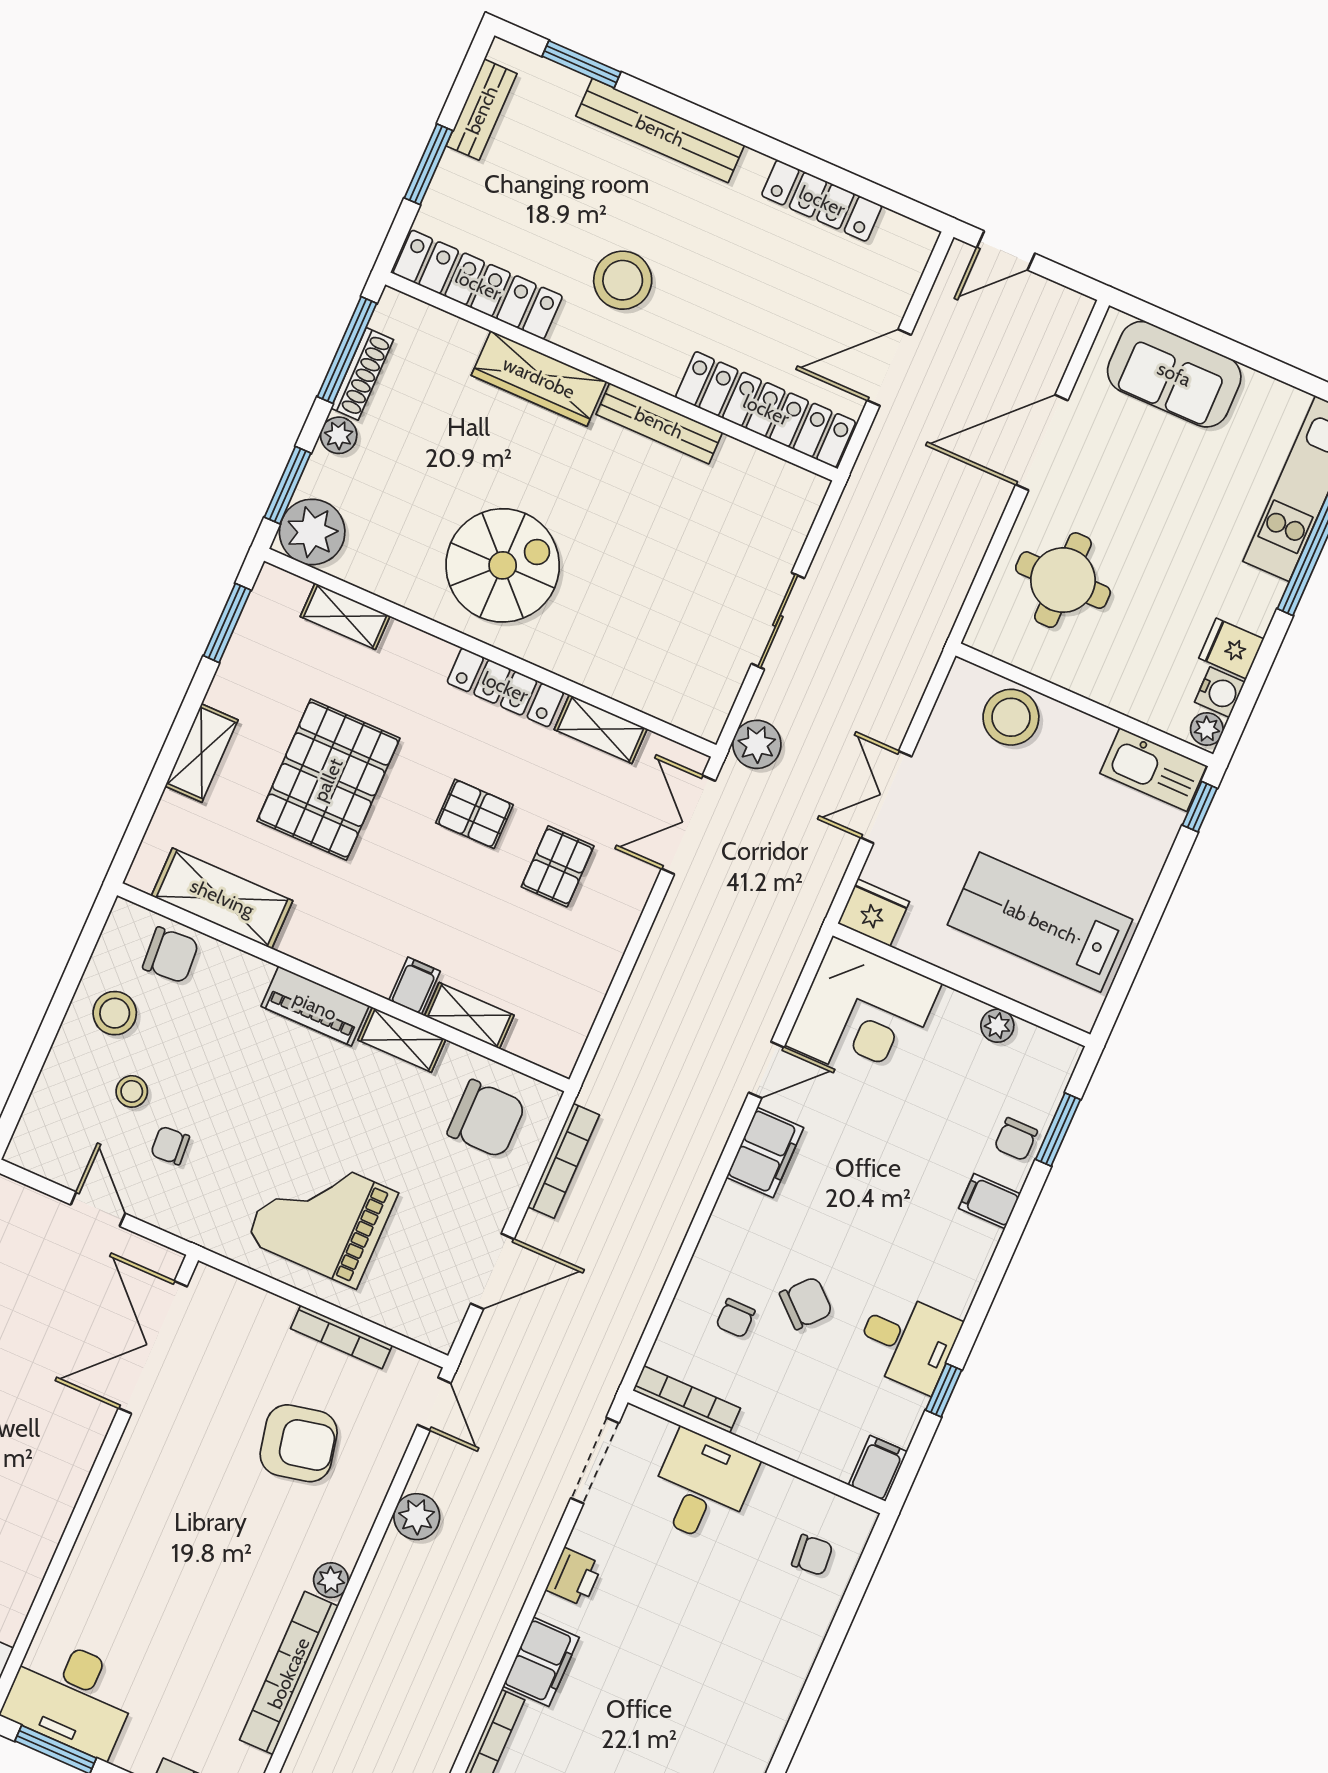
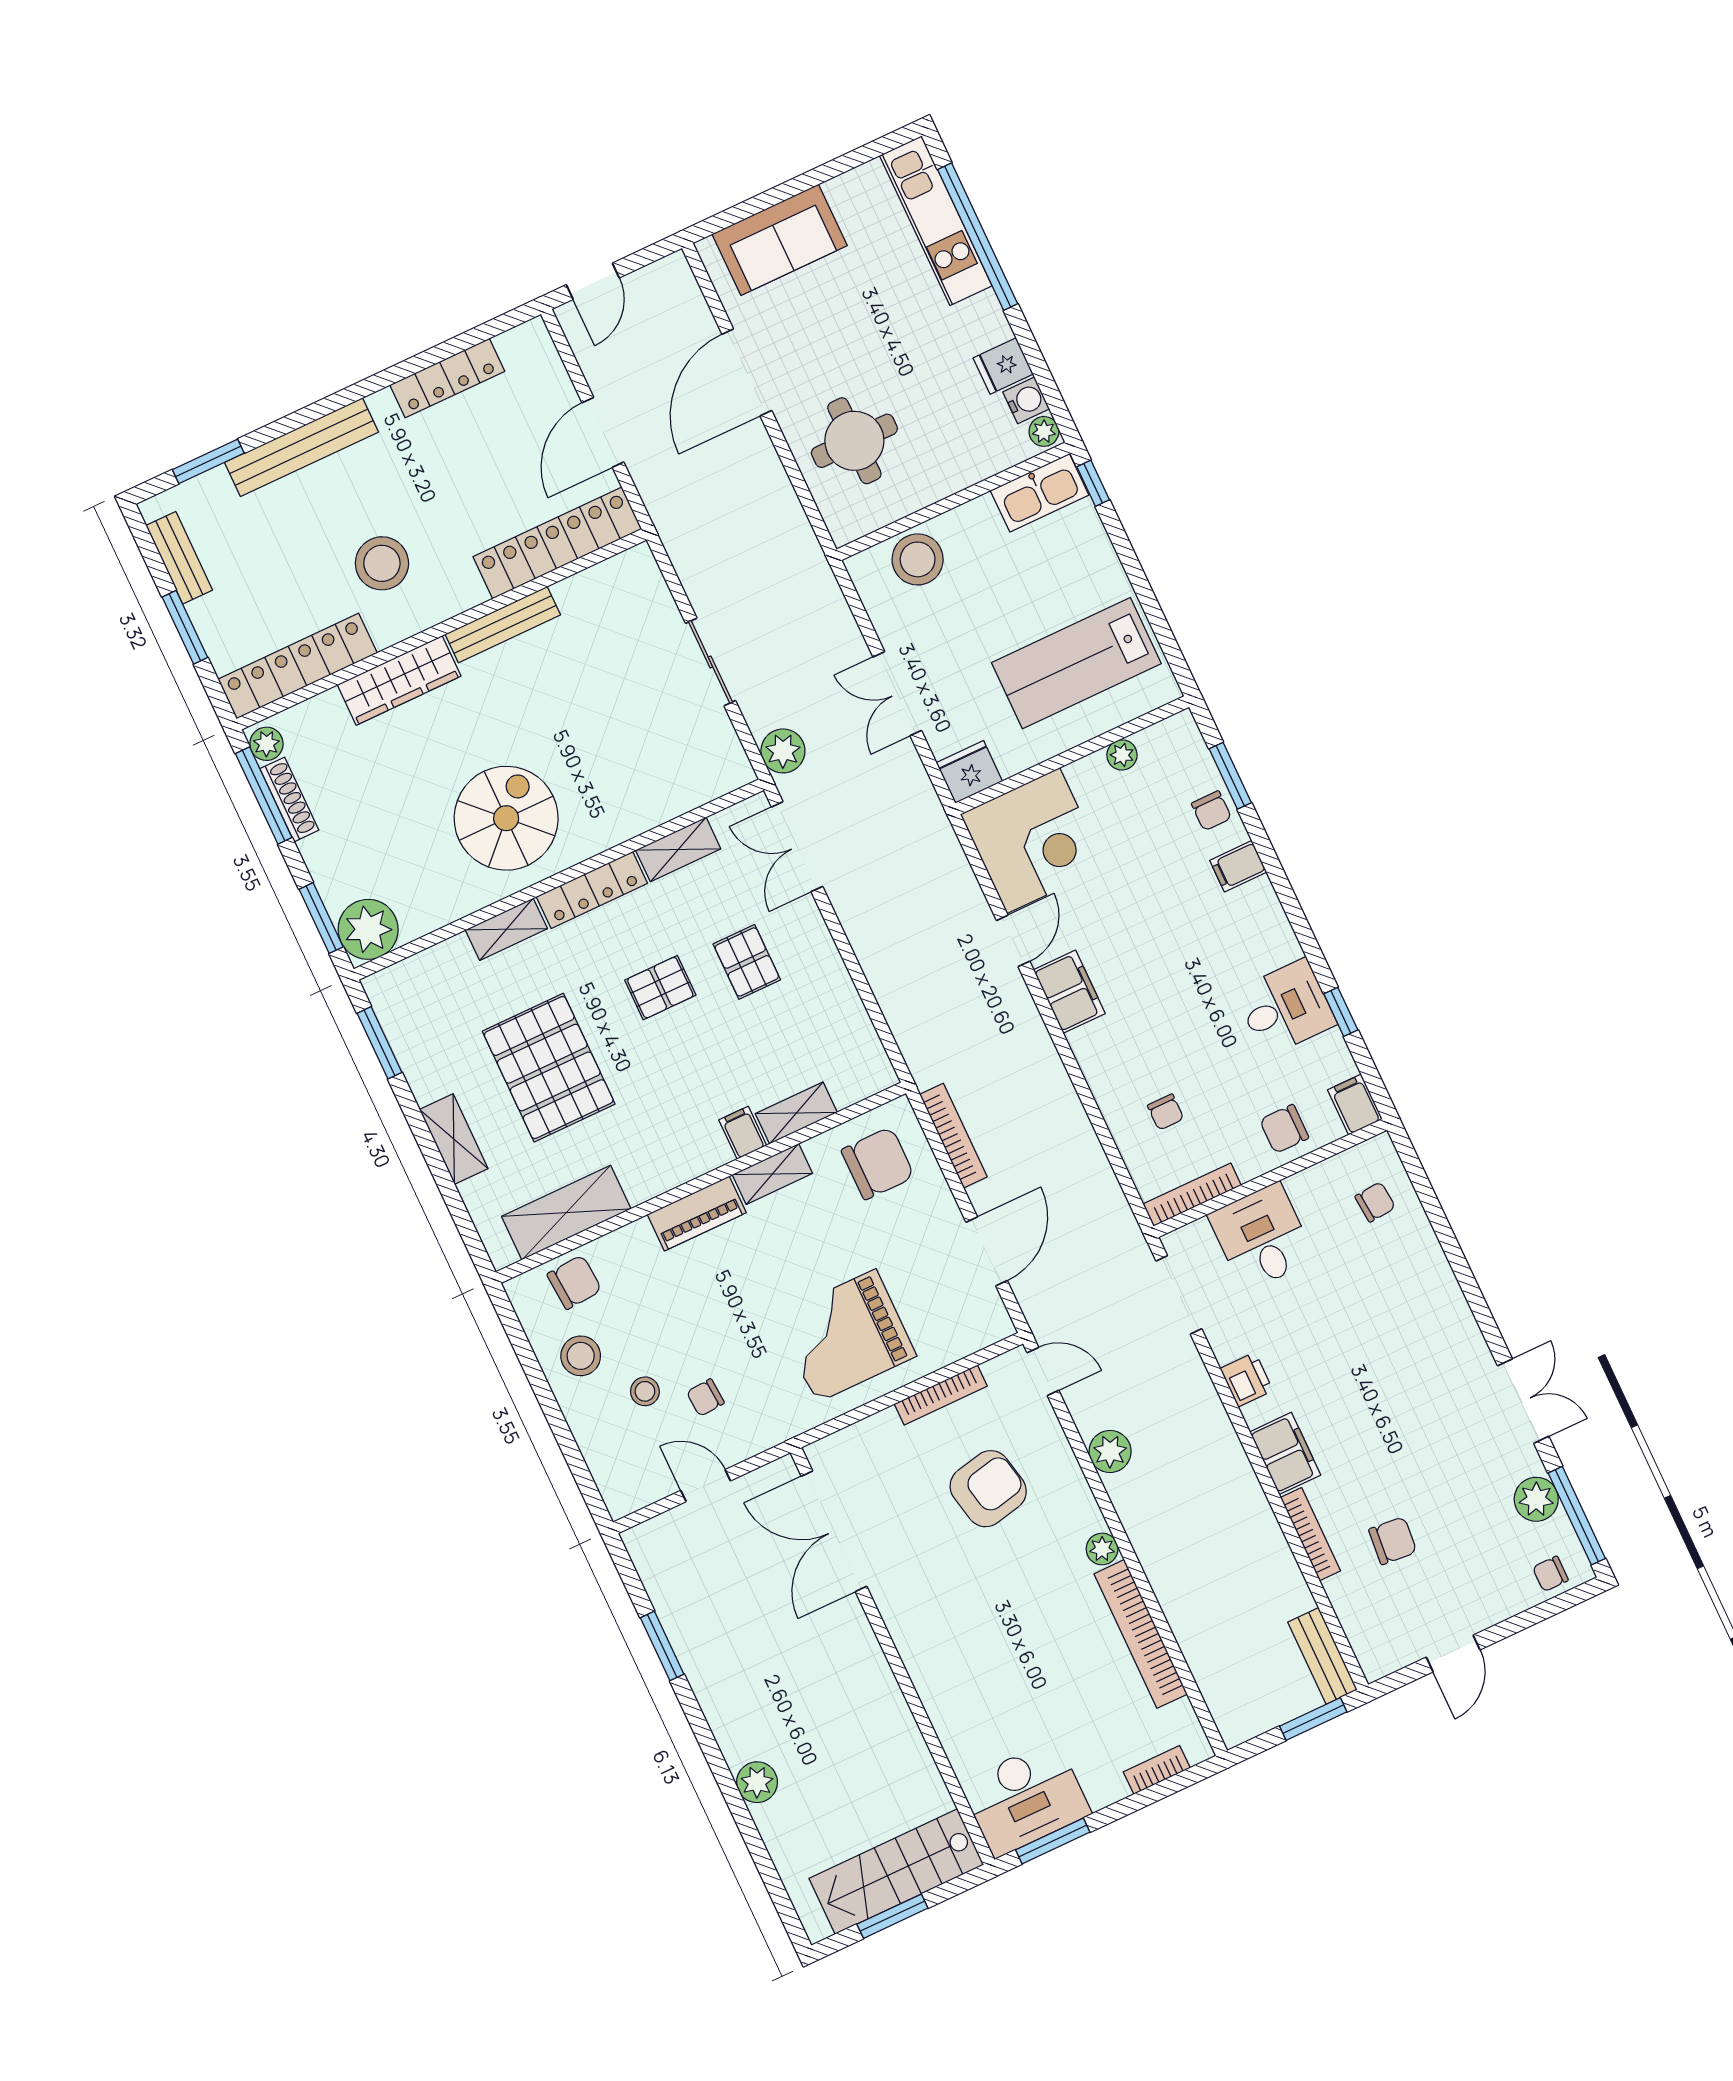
plant: (339, 435) -> (266, 744), moved
shelving: (345, 616) -> (506, 929), moved
chair: (806, 1303) -> (1284, 1129), moved, turned -132

